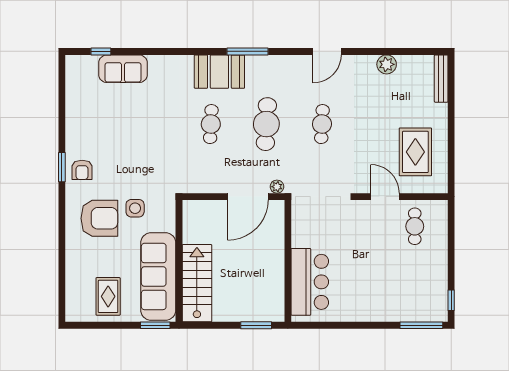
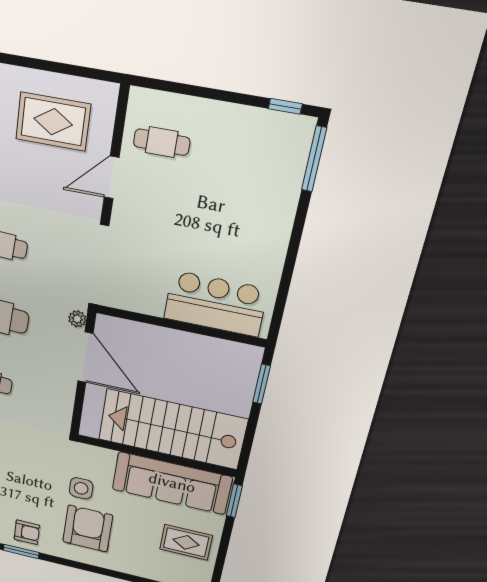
stairs: (197, 283) -> (172, 429), width x1.36, depth x1.51

